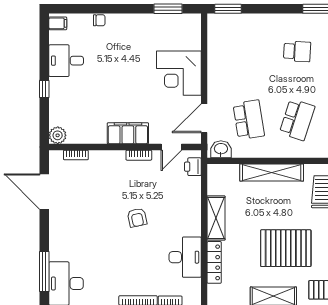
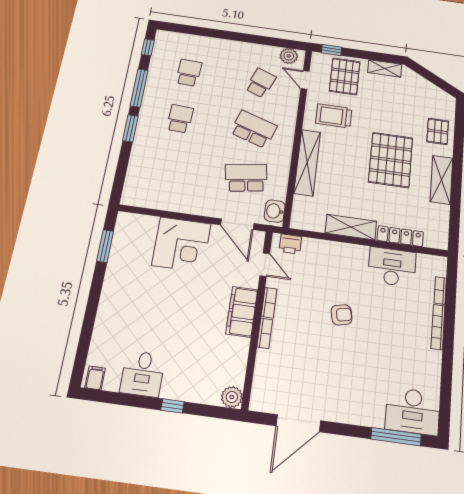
window: (228, 9) -> (130, 128), moved
chair: (99, 20) -> (102, 327), removed
bookcase: (76, 155) -> (265, 333), moved

